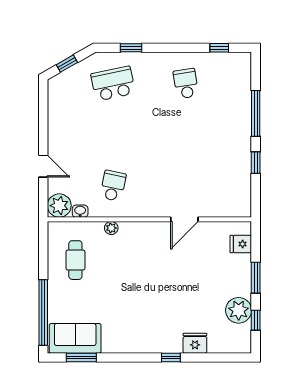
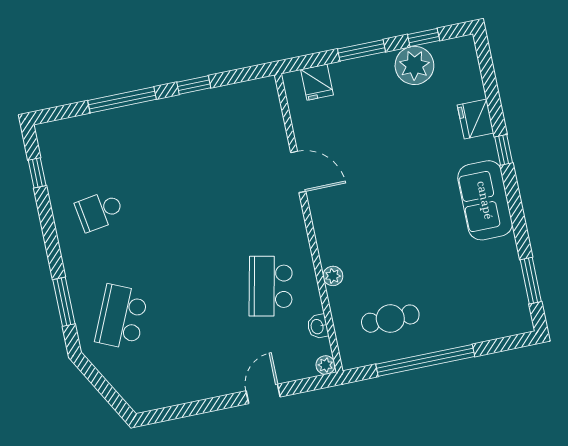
window: (131, 48) -> (64, 302), width x1.50
window: (67, 64) -> (106, 390), removed
school desk: (113, 84) -> (122, 317), turned 36
school desk: (113, 186) -> (271, 286), width x1.85
plant: (59, 206) -> (326, 365), width x0.53, depth x0.53
window: (43, 312) -> (425, 360), moved
sofa: (75, 338) -> (485, 200), moved

